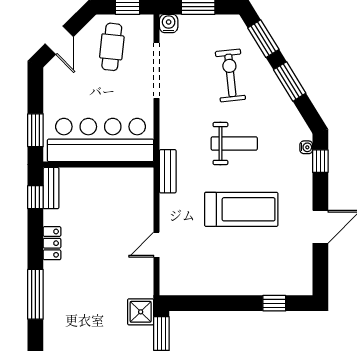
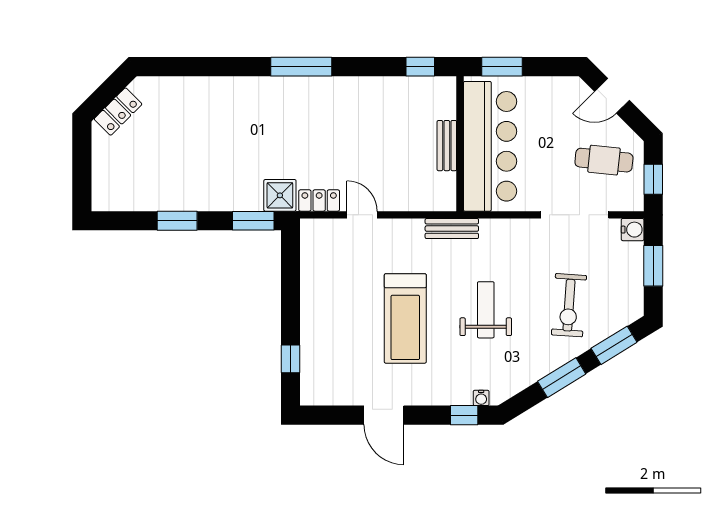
exercise bike: (230, 75) -> (569, 305), turned 100
weight bench: (234, 144) -> (486, 310), turned 180
bench: (51, 188) -> (447, 146), moved, turned 90
locker: (52, 243) -> (319, 200), moved, turned 180

